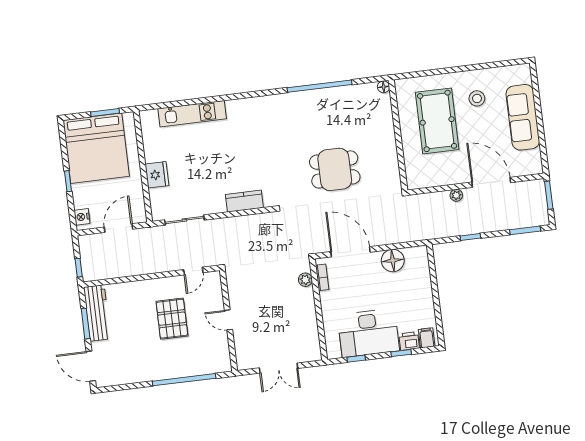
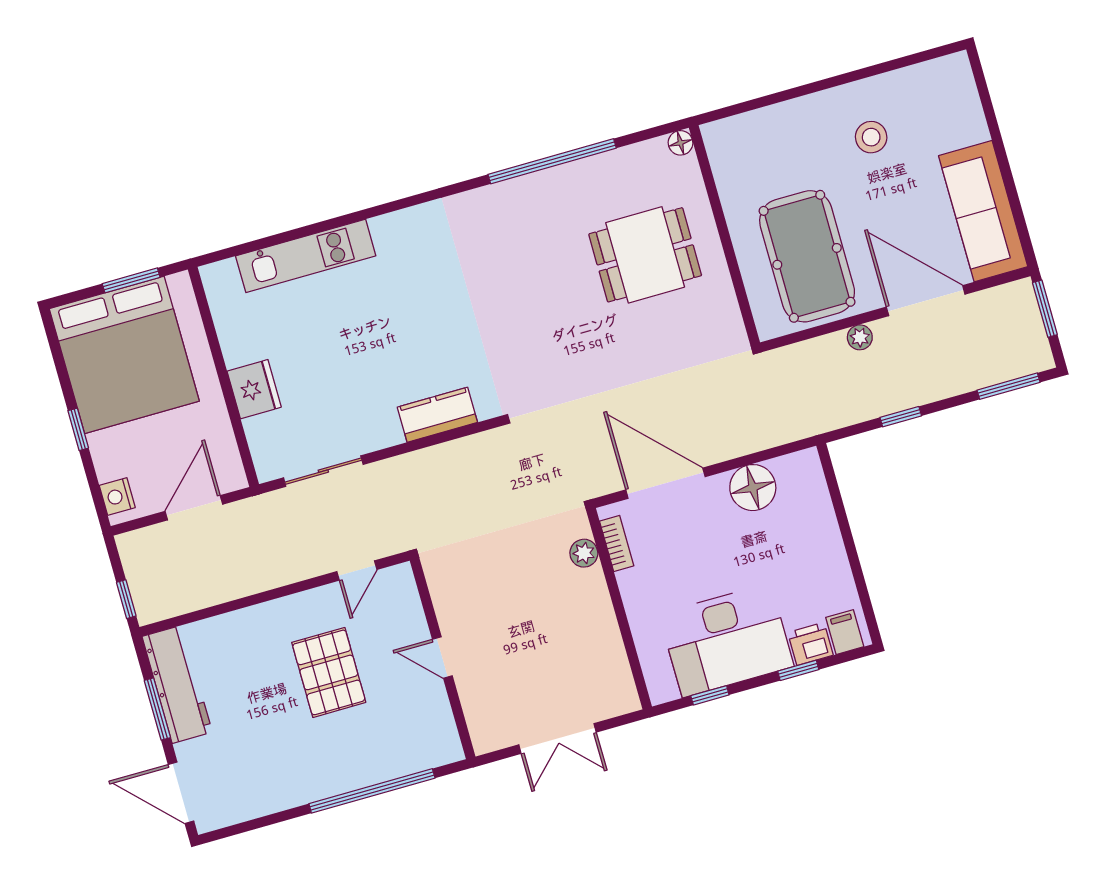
sofa: (523, 117) -> (983, 211), moved
pool table: (437, 121) -> (807, 256), moved
dining table: (335, 169) -> (645, 255), moved

